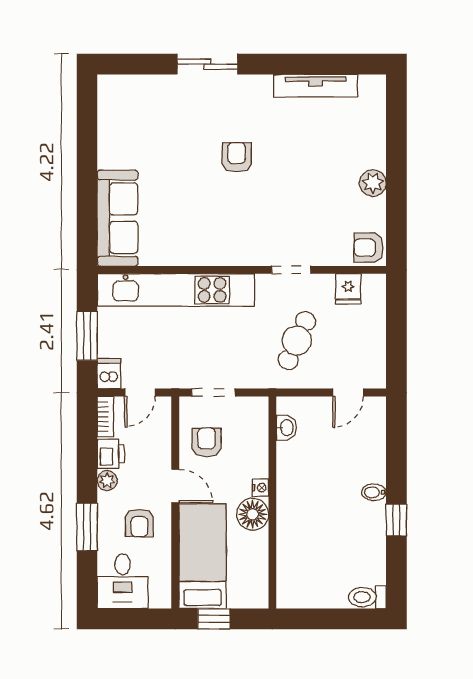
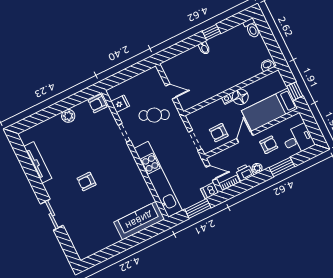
armchair: (369, 248) -> (98, 104), turned 90
door: (348, 393) -> (171, 91), moved
washbasin: (286, 428) -> (267, 65), moved

